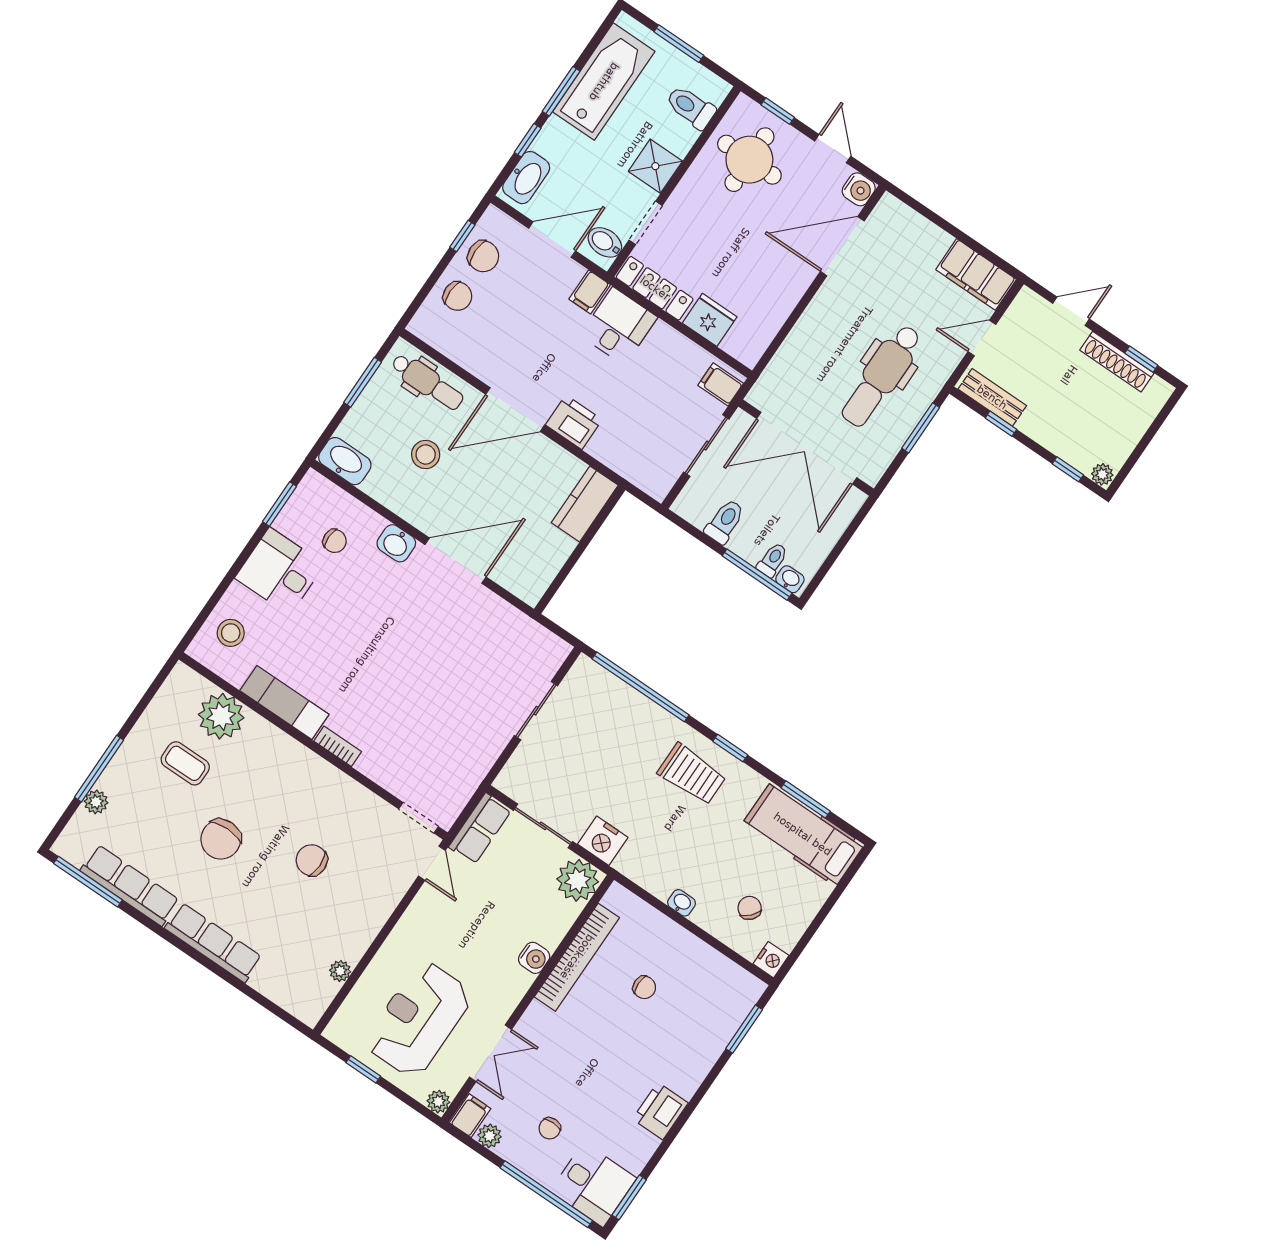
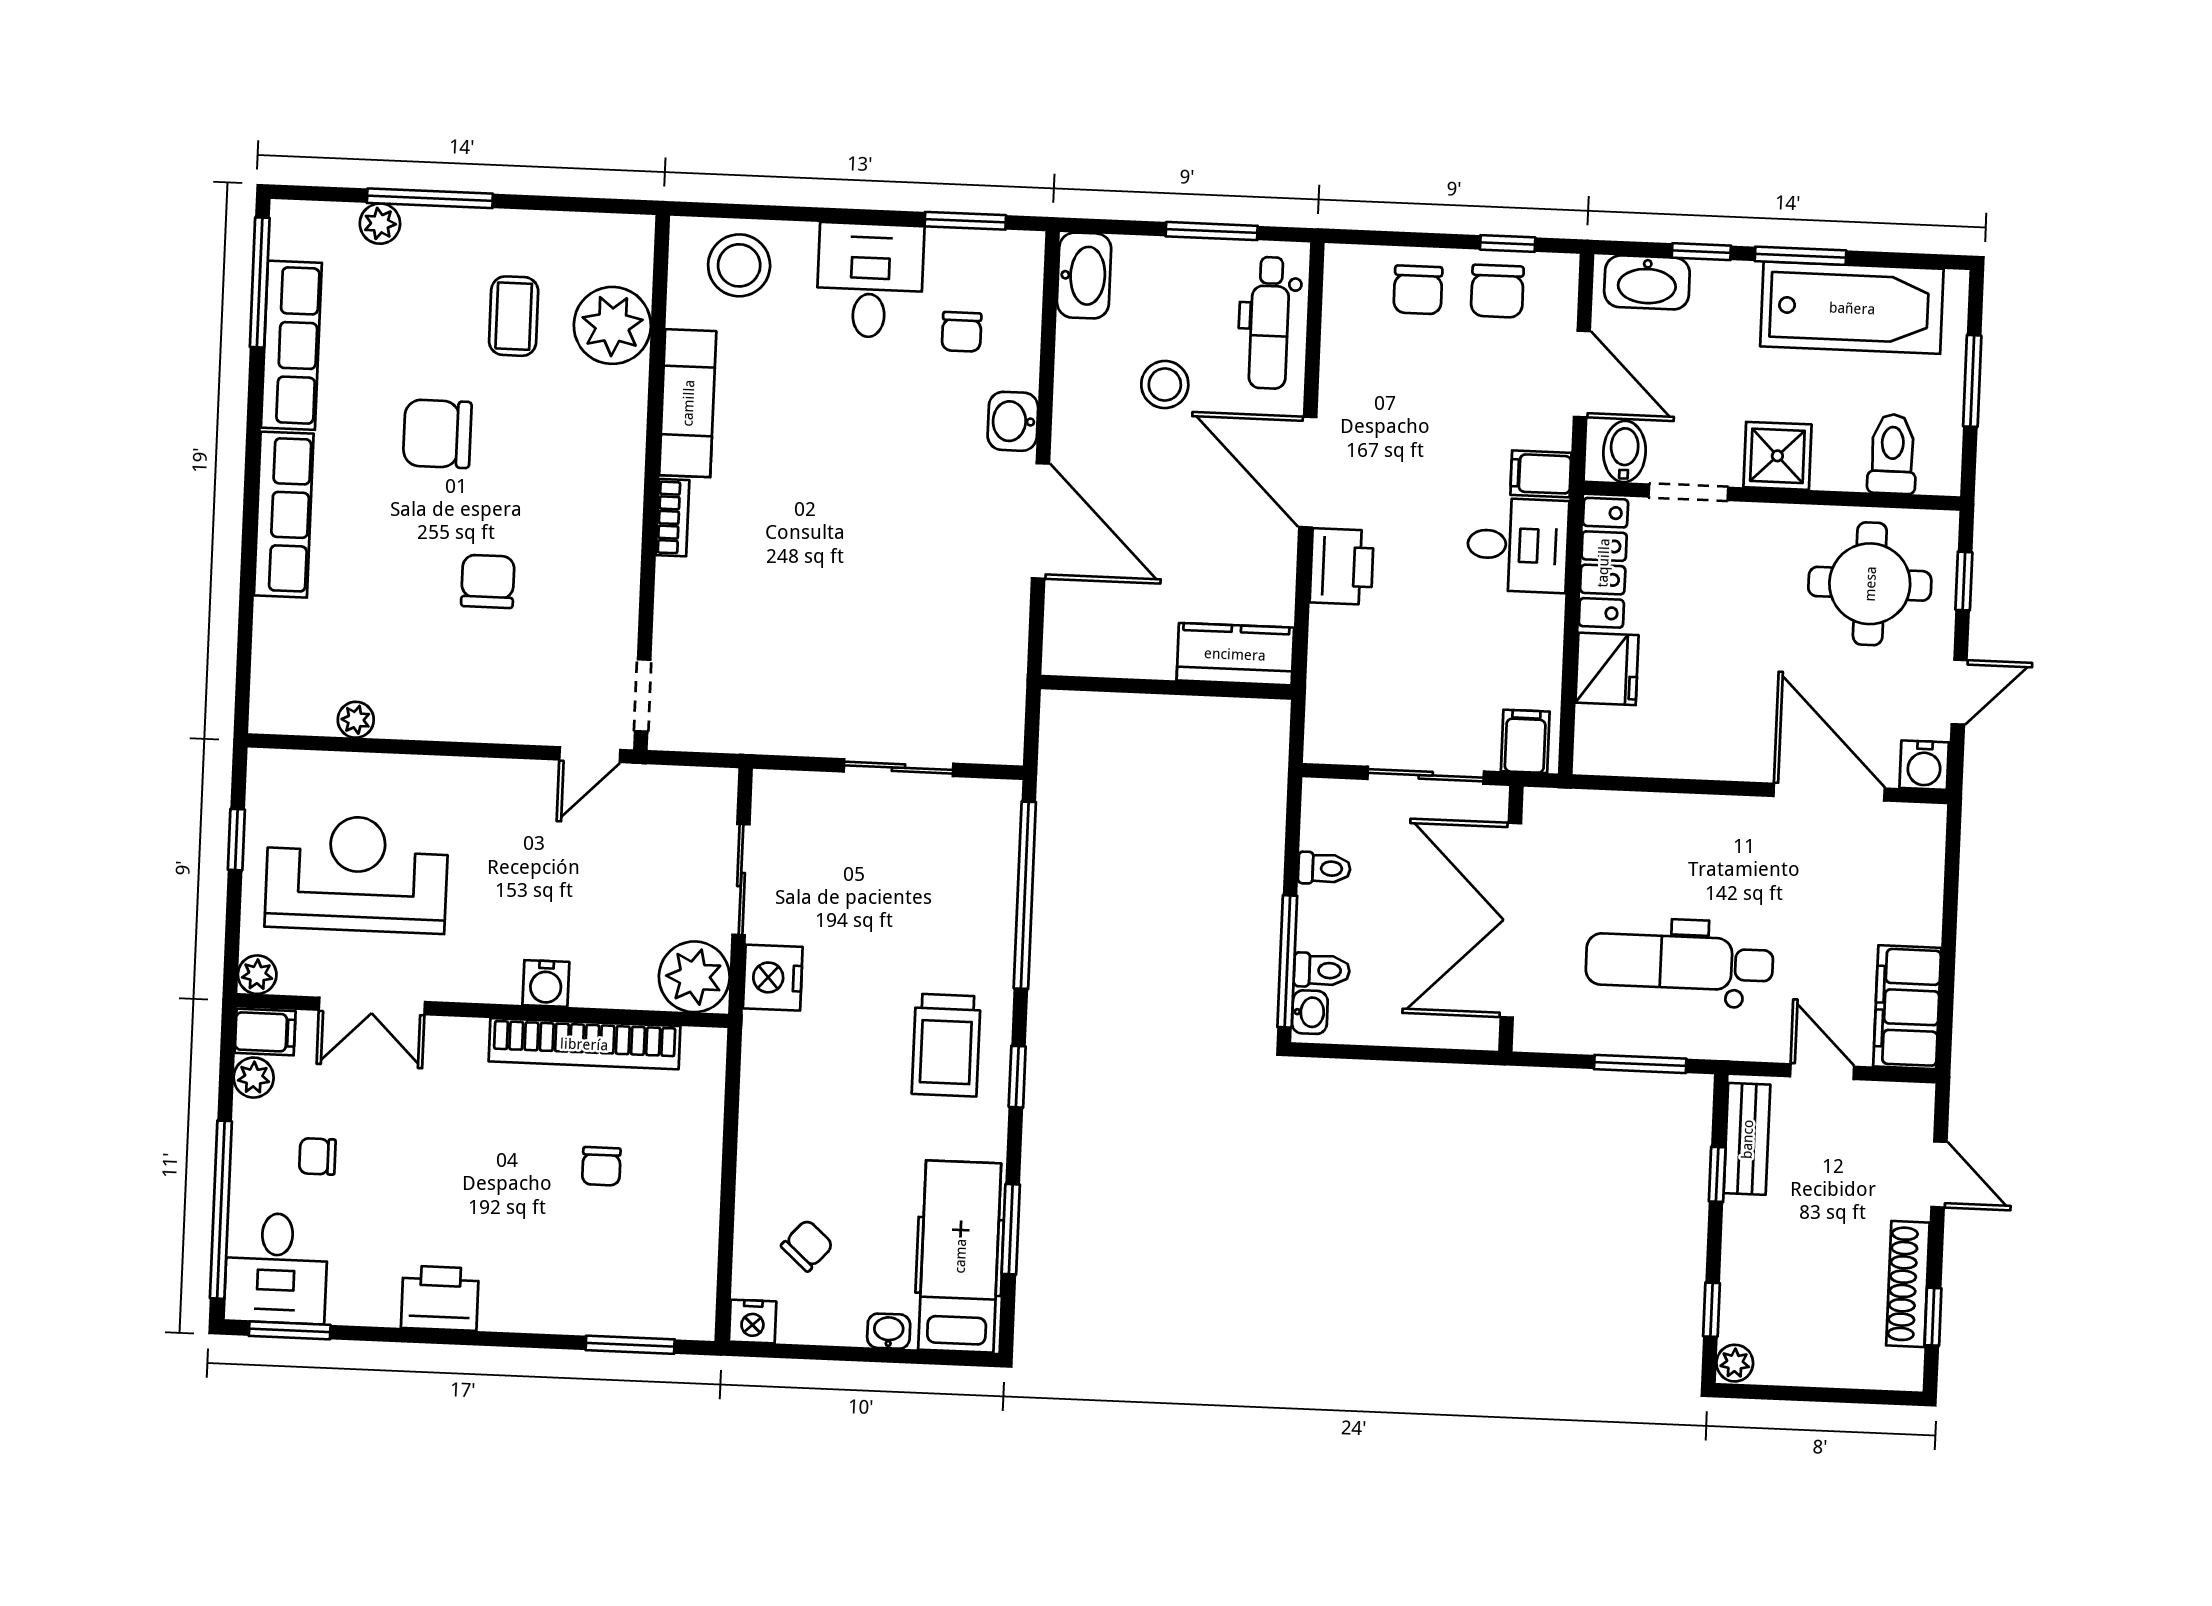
toilet: (725, 521) -> (1324, 868), width x0.73, depth x0.72
stool: (231, 633) -> (739, 265), width x1.38, depth x1.38
row of seats: (480, 829) -> (682, 792), removed
washbasin: (682, 903) -> (889, 1331), moved, turned -90

